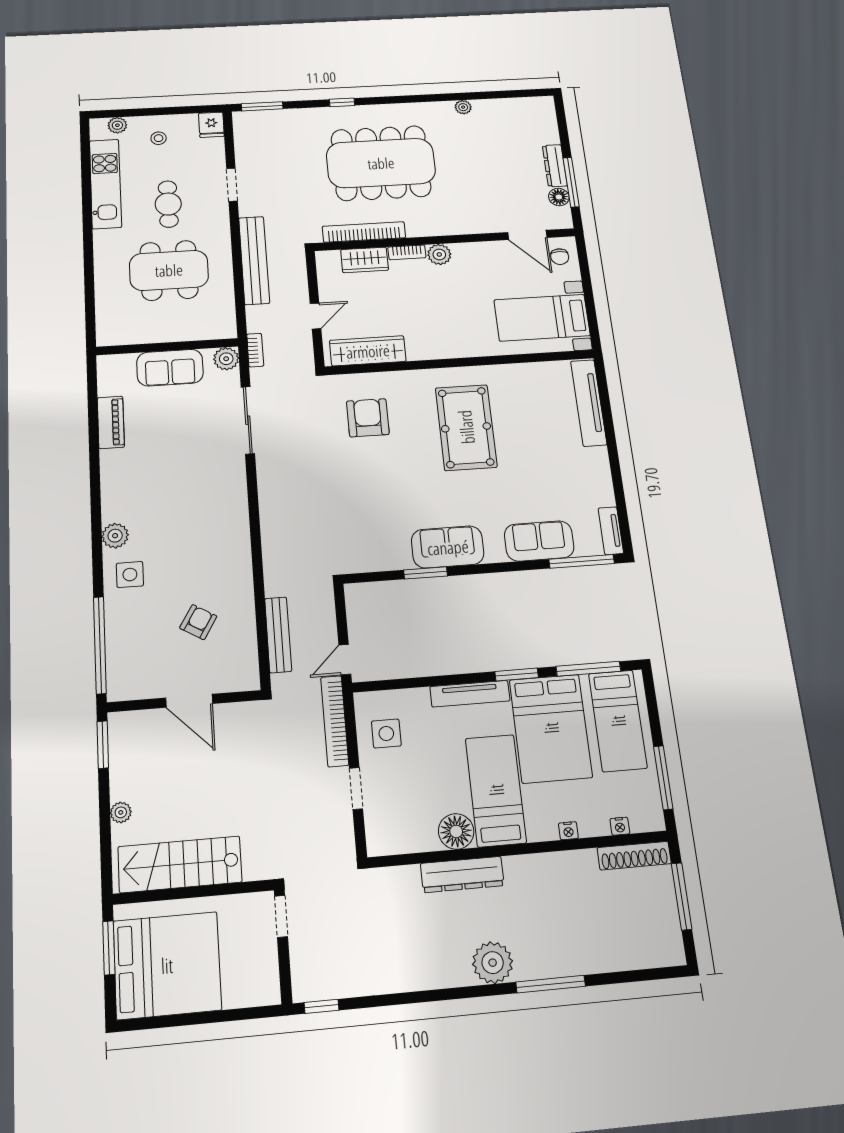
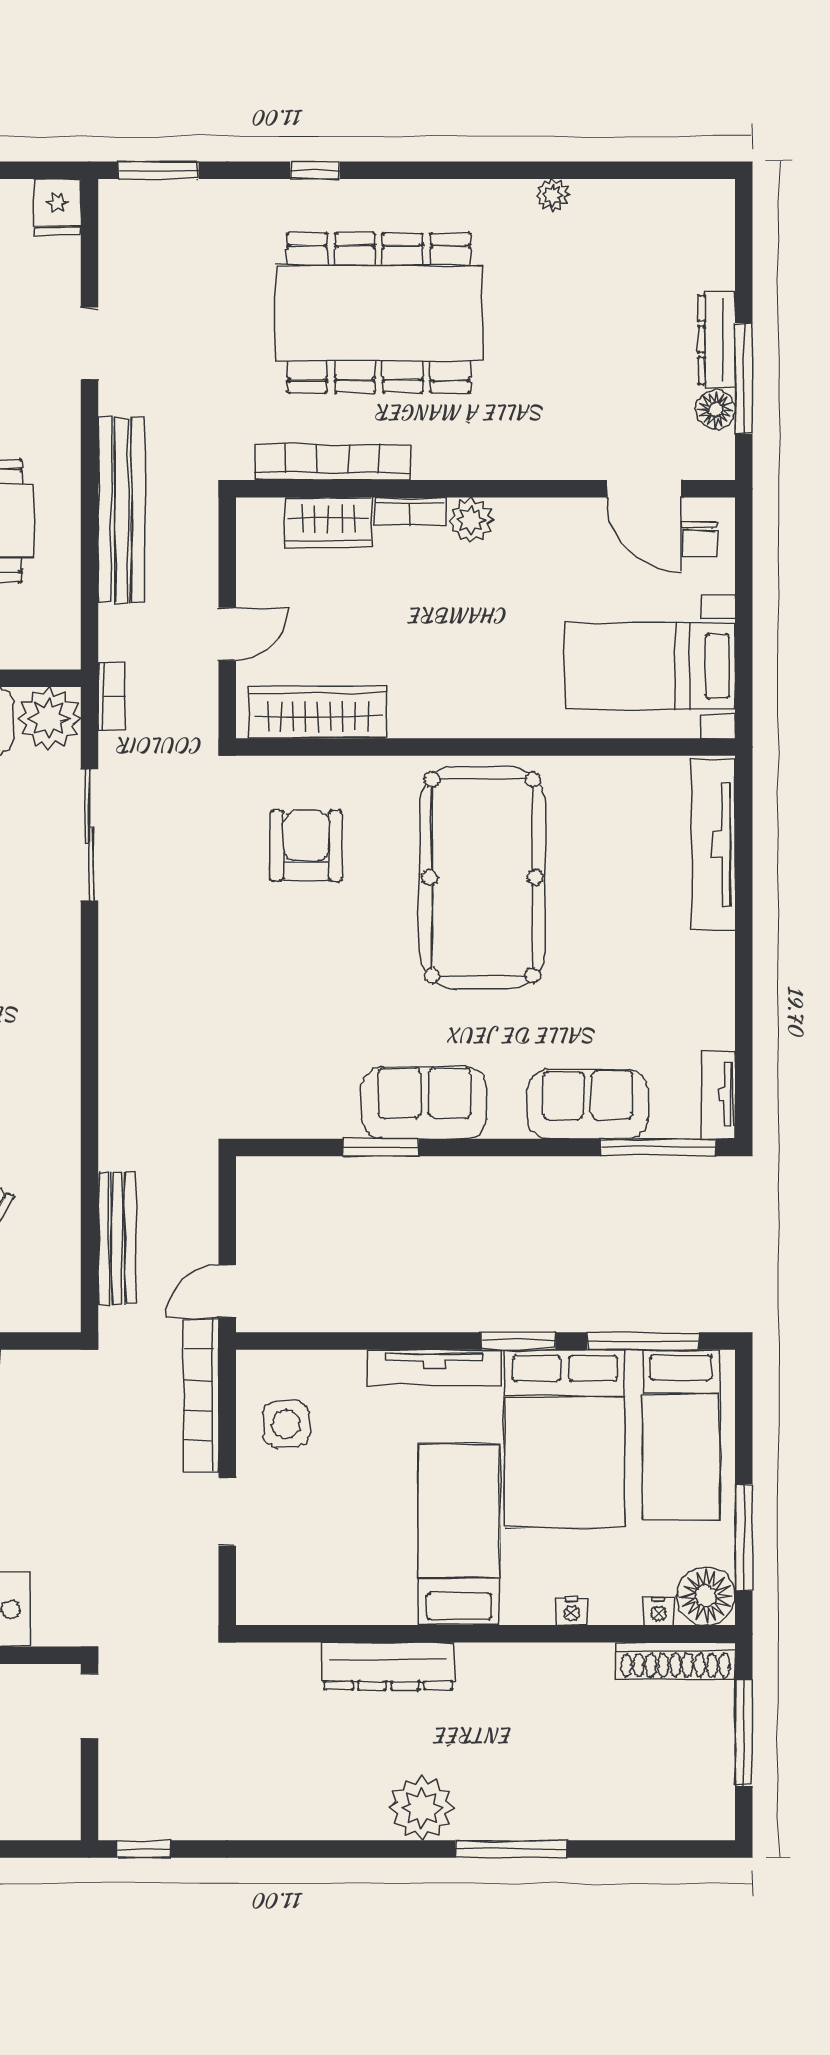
plant: (226, 359) -> (49, 718), width x1.36, depth x1.36
pool table: (466, 427) -> (482, 878), width x1.36, depth x1.32
floor lamp: (456, 831) -> (706, 1596), moved

